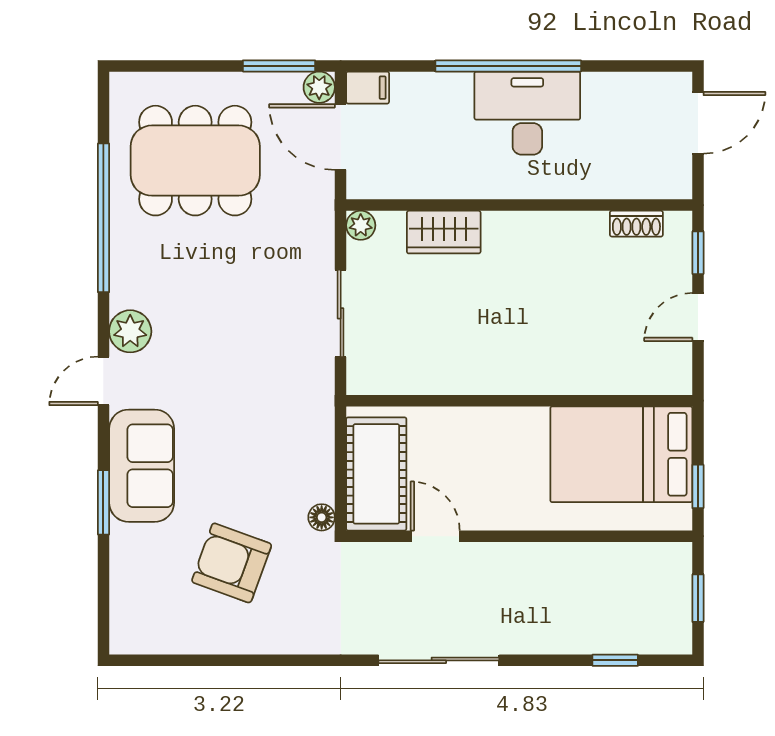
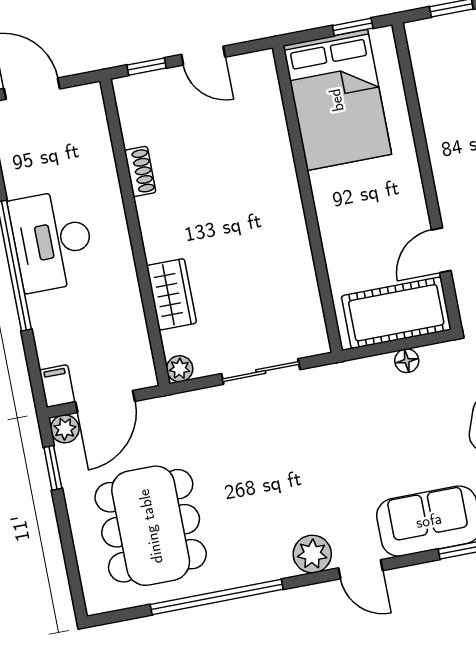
window: (279, 66) -> (53, 468), width x0.67
shoe rack: (636, 224) -> (140, 171), moved
floor lamp: (322, 517) -> (407, 361), moved

